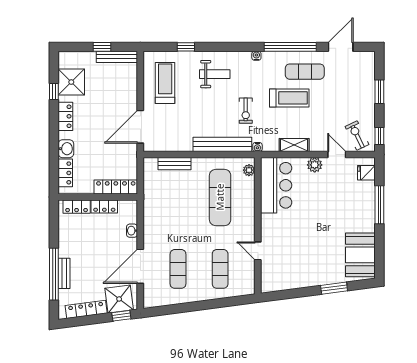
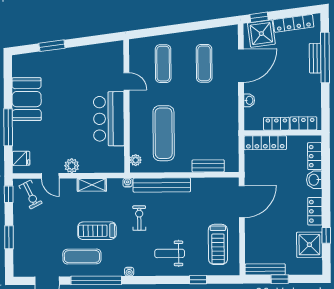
bar counter: (276, 185) -> (109, 119), moved
booth: (360, 255) -> (27, 99), moved

